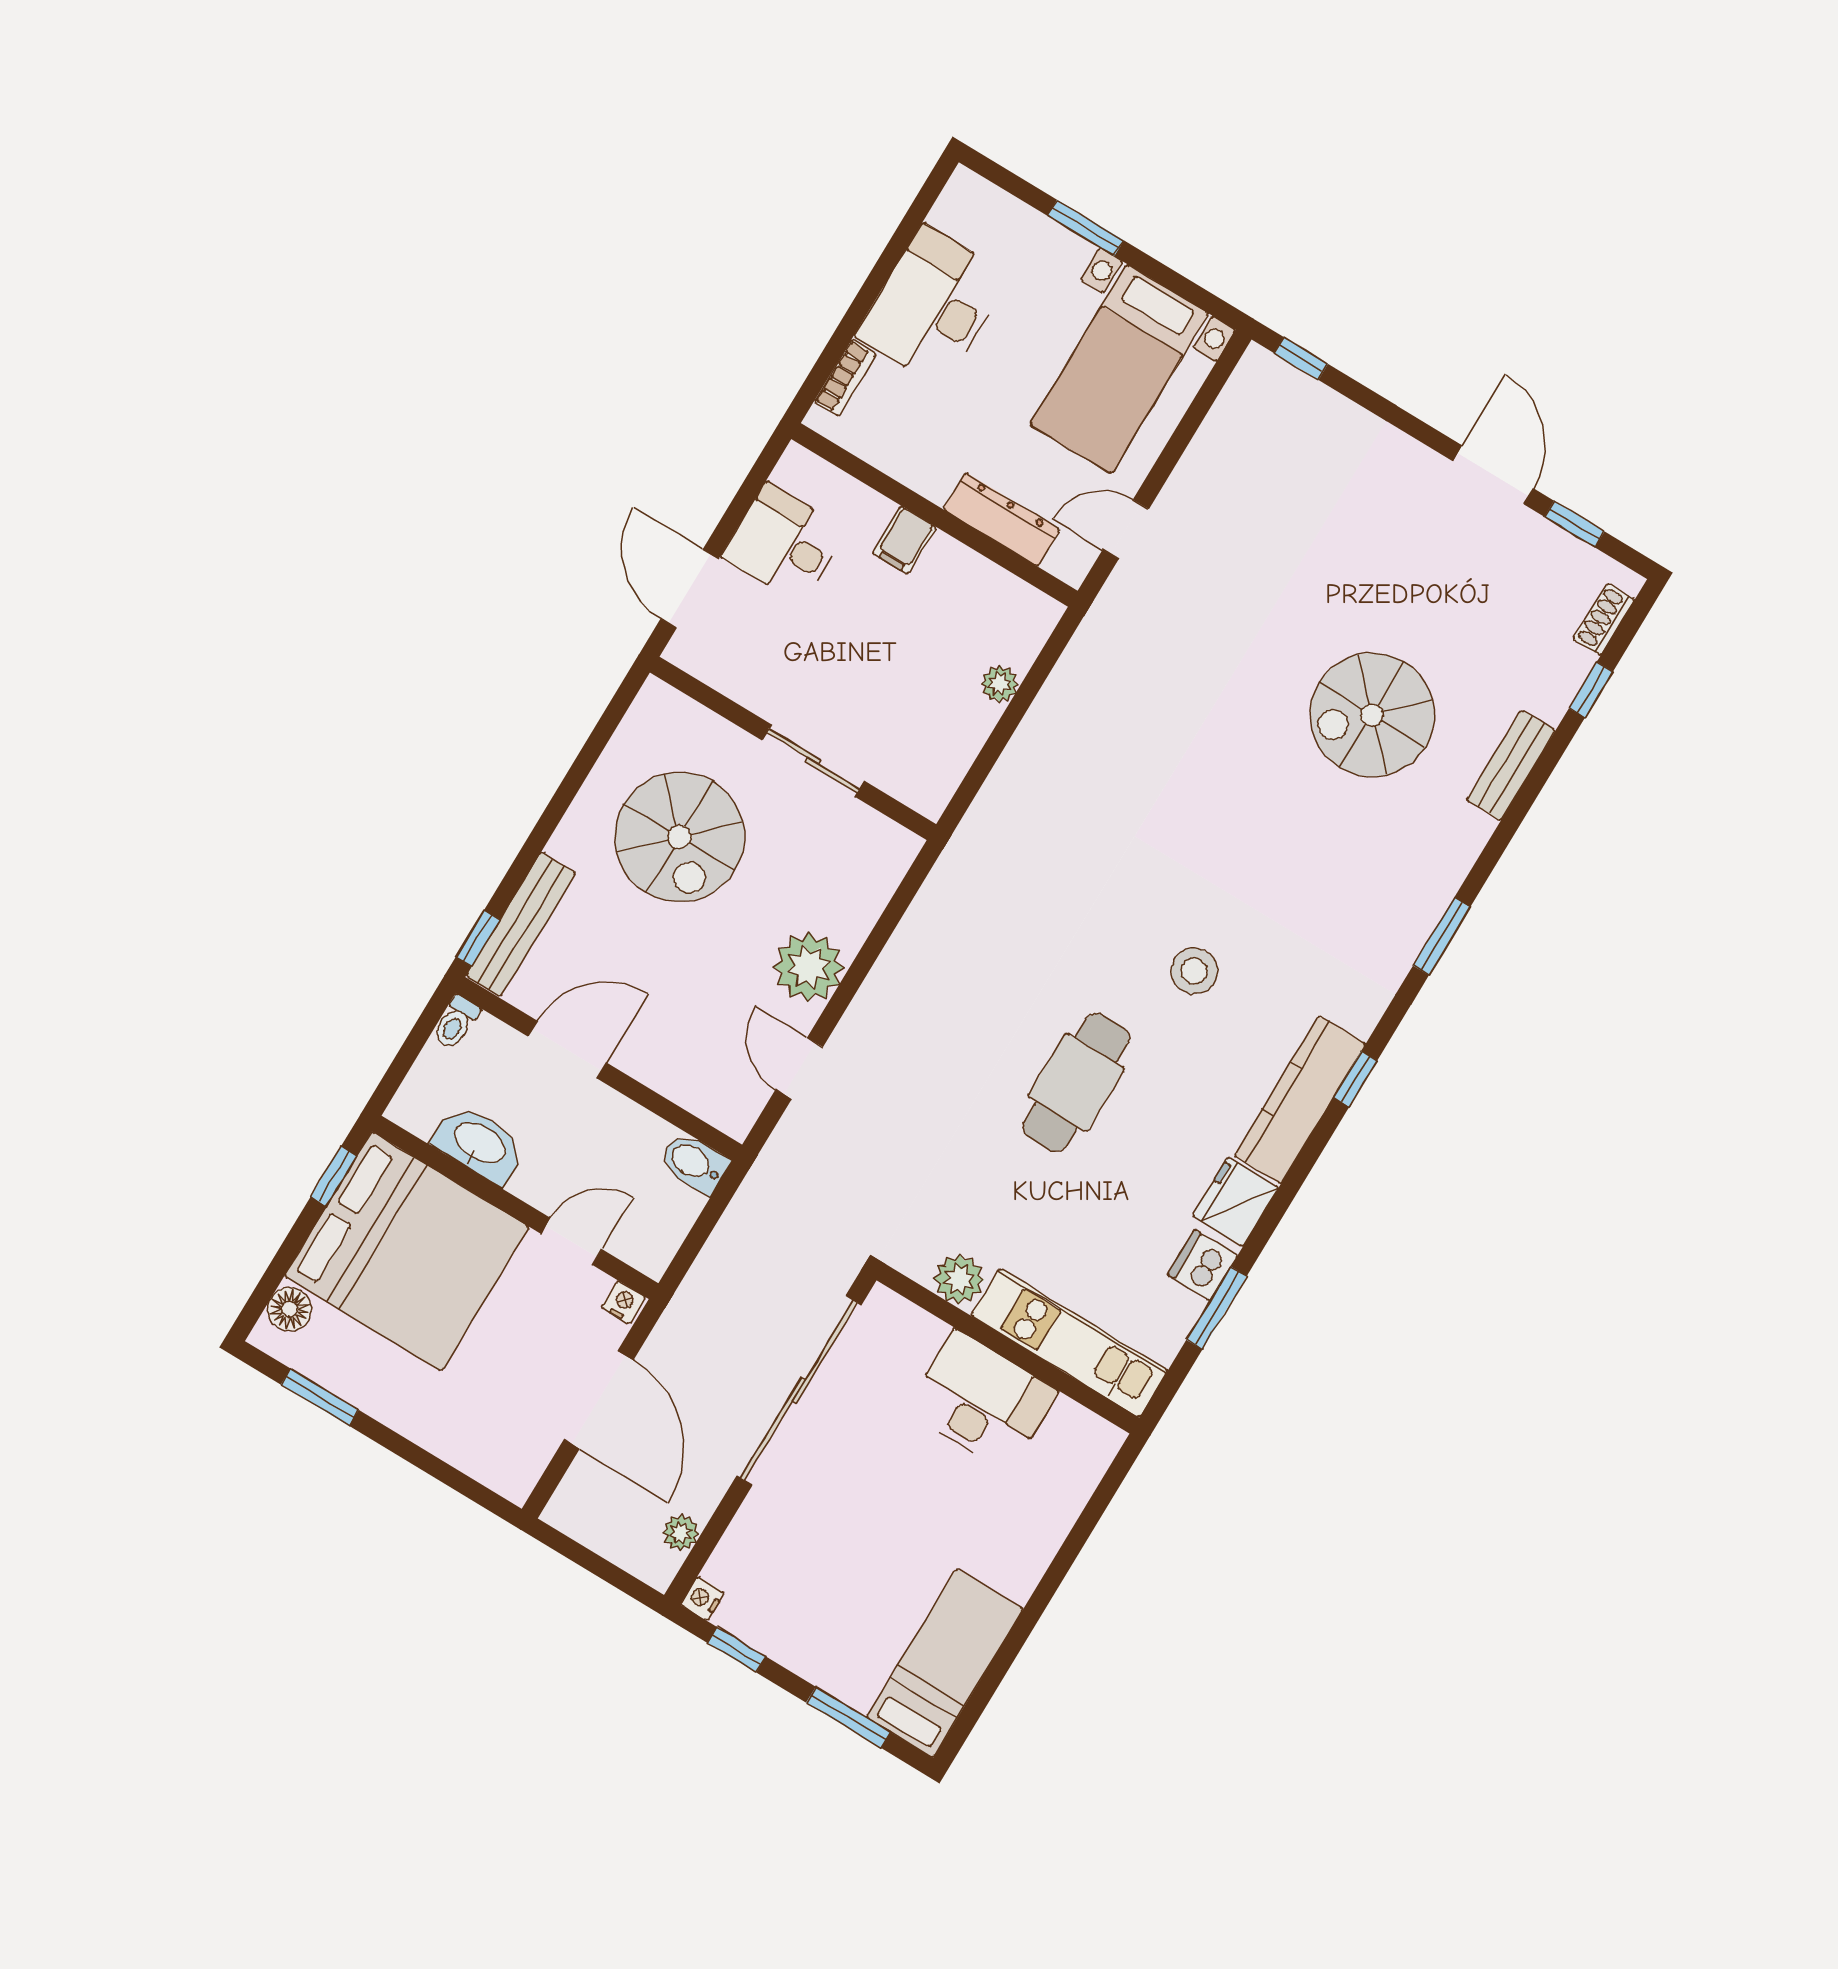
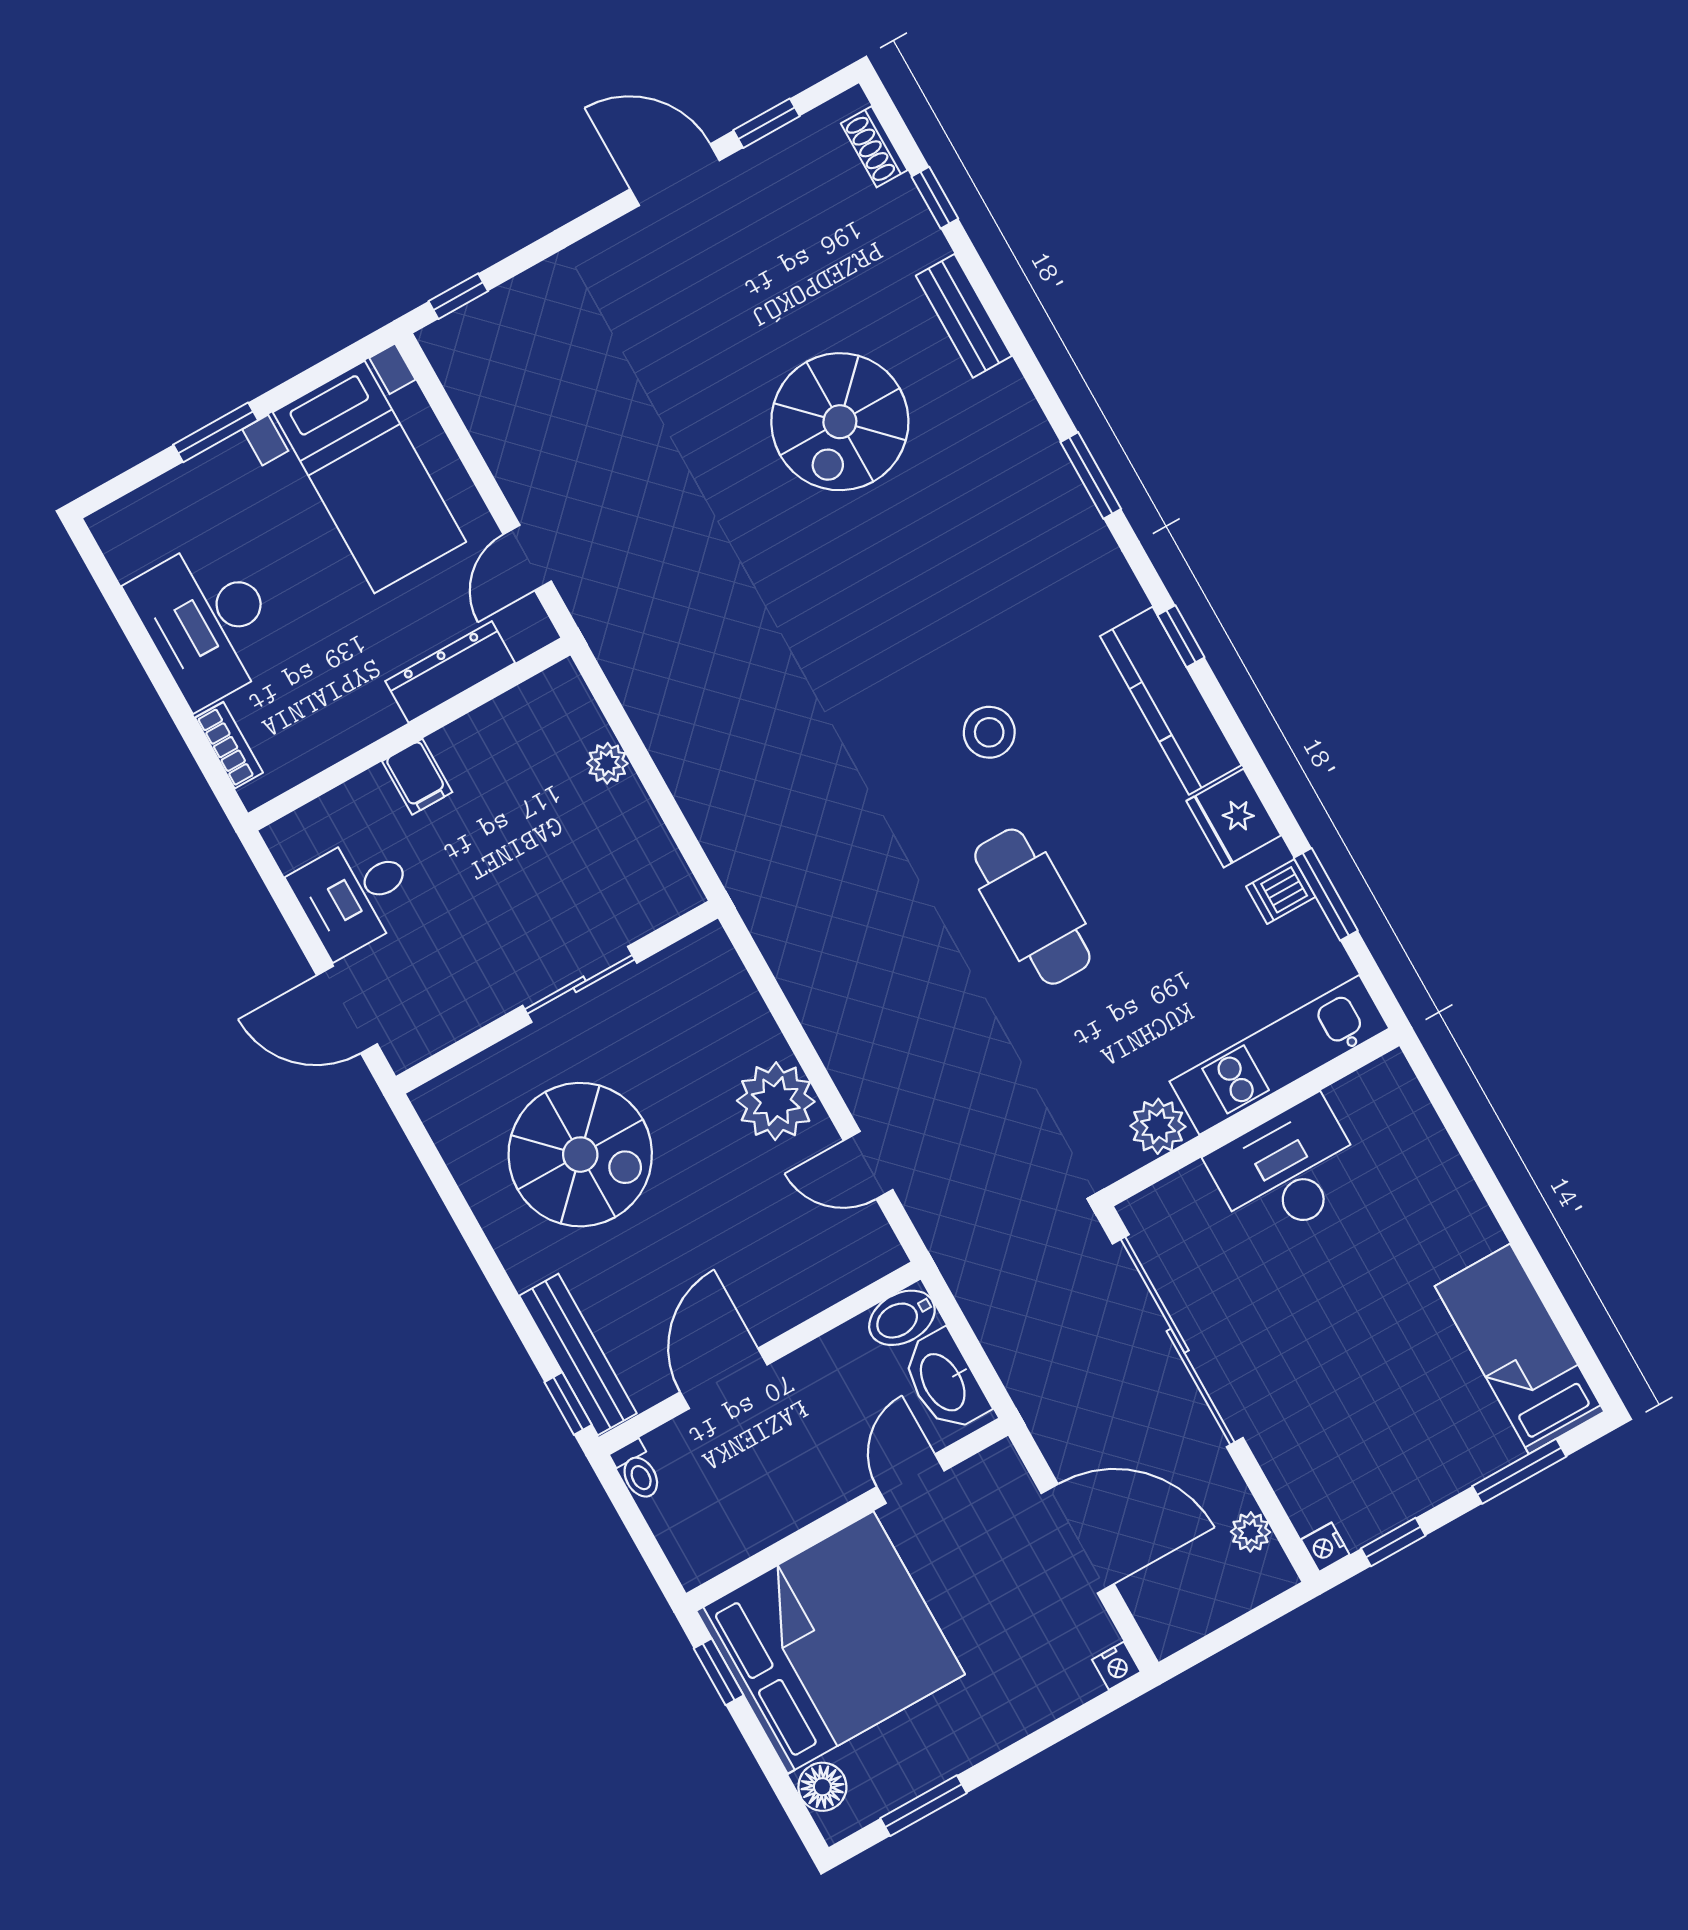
washbasin: (479, 1144) -> (944, 1381), moved, turned -90
dishwasher: (1202, 1265) -> (1281, 892), width x0.73
nightstand: (623, 1302) -> (1116, 1666), moved, turned 180

